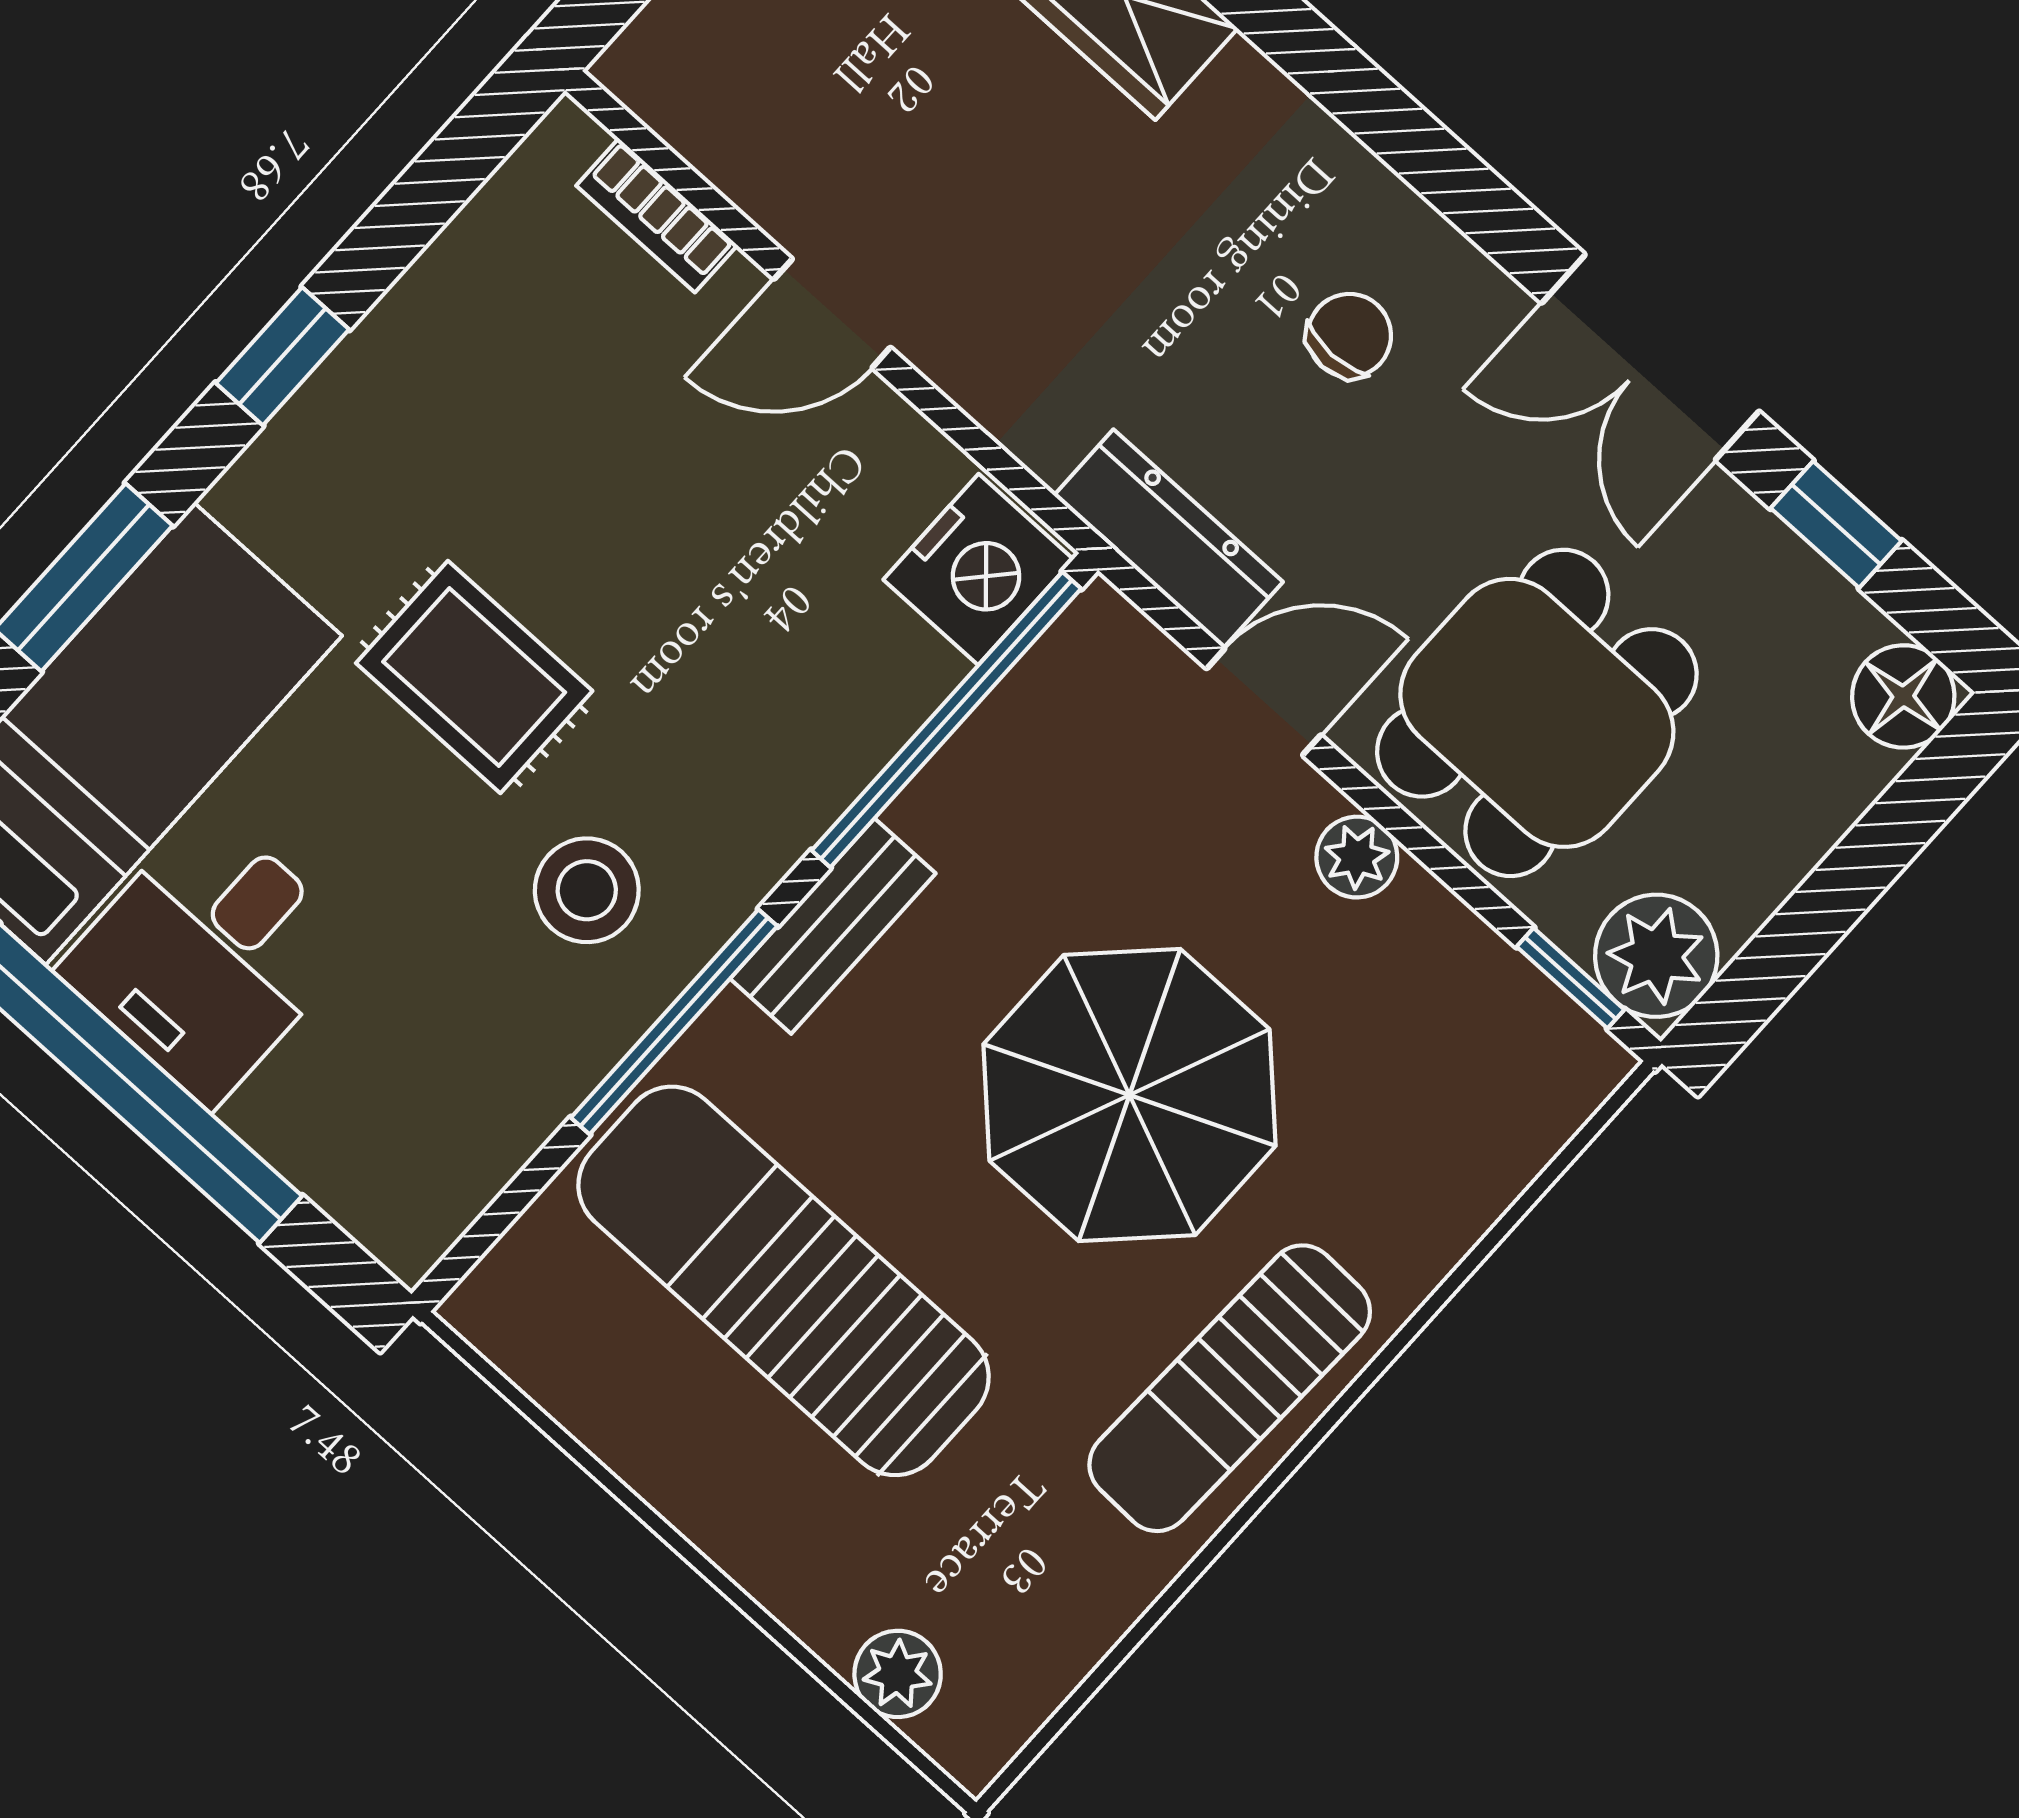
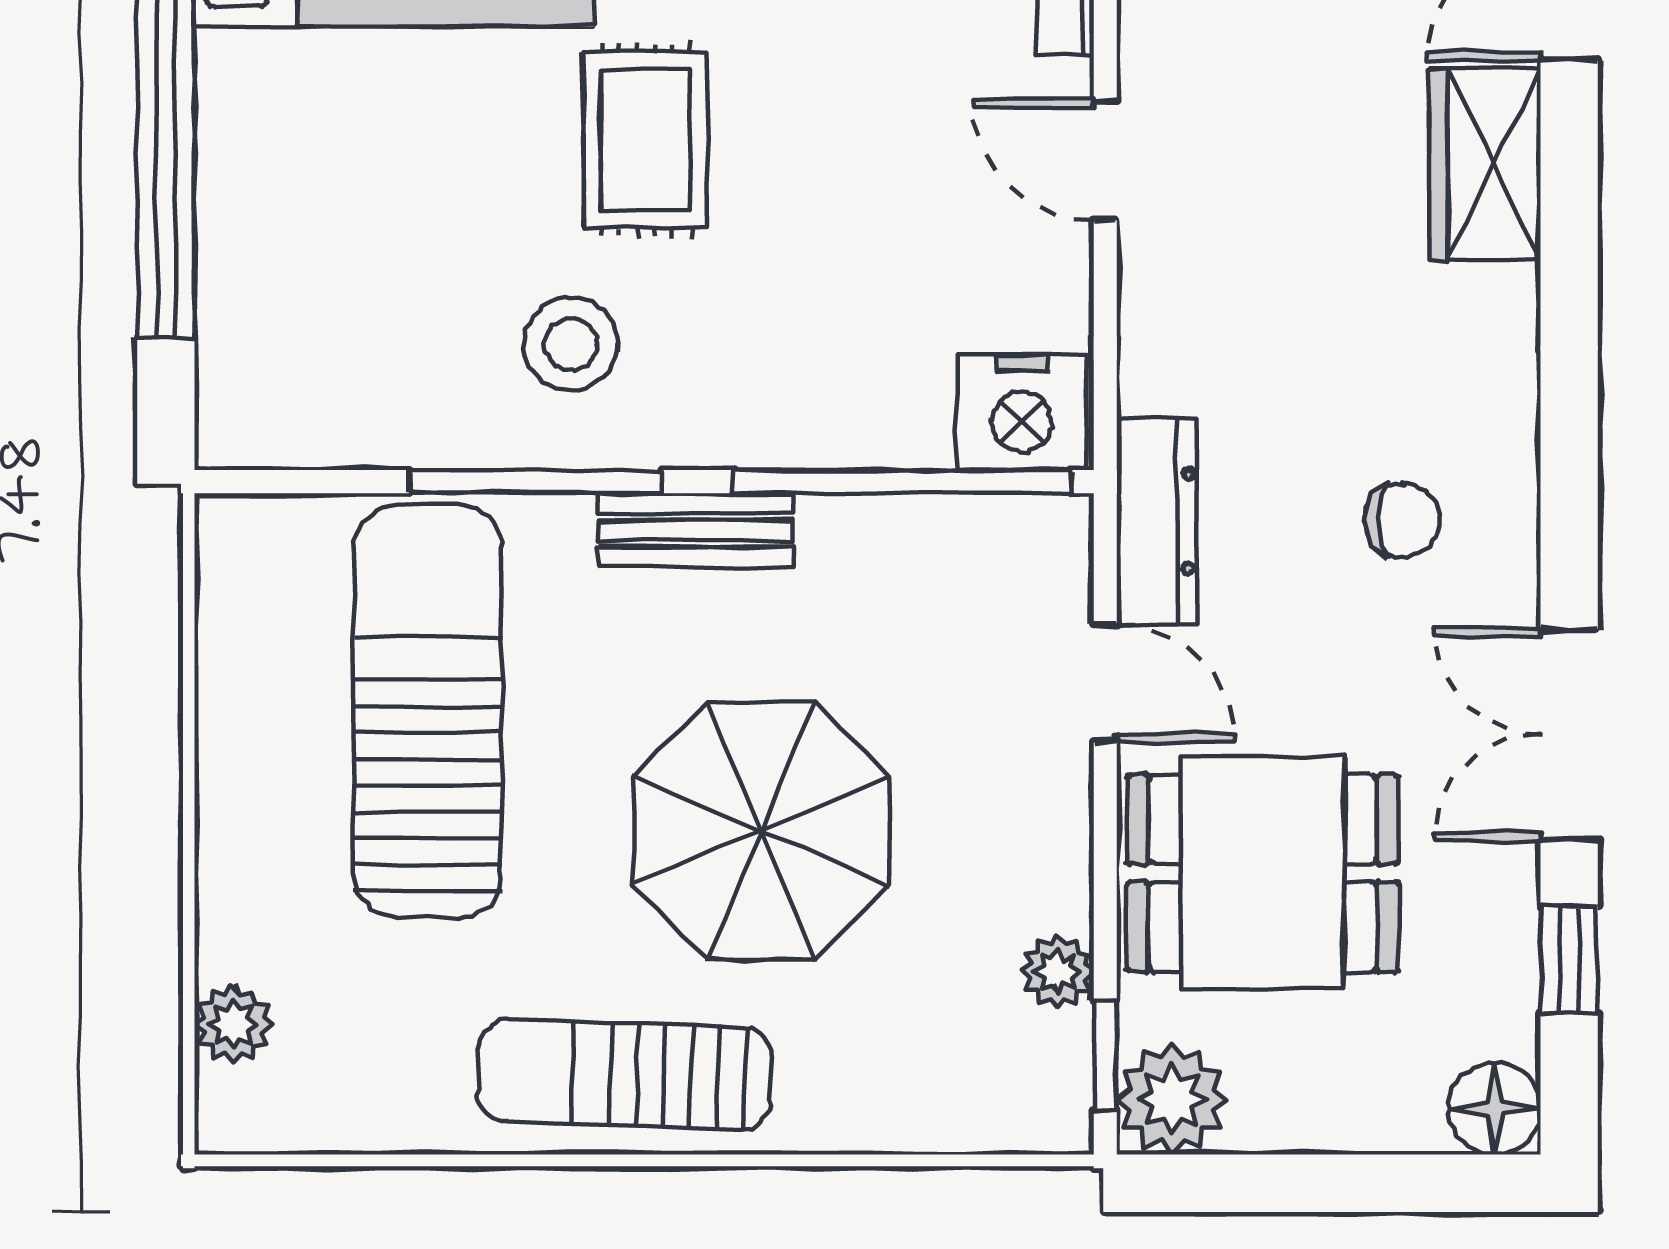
plant: (1357, 857) -> (1057, 972), moved
desk: (209, 956) -> (299, 131), removed

